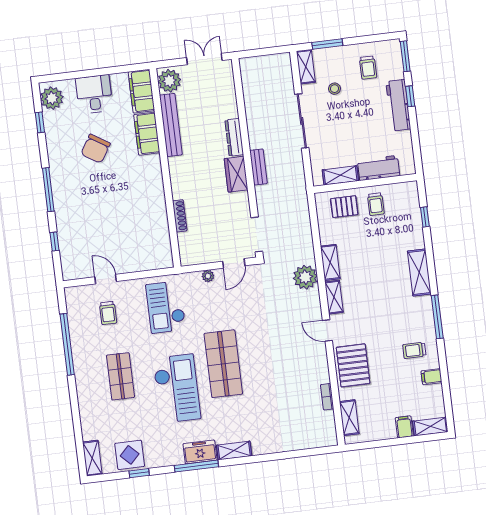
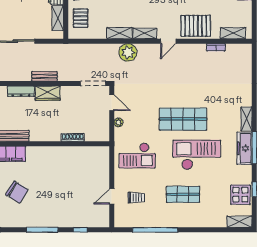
freezer: (200, 452) -> (244, 148), width x1.40

